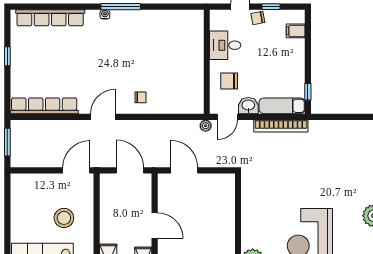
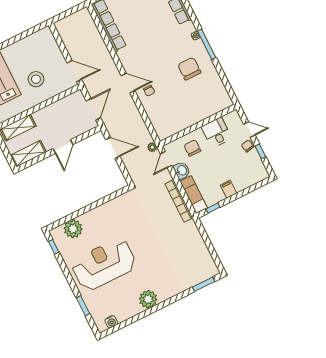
filing cabinet: (296, 31) -> (229, 189), moved
chair: (138, 40) -> (189, 69), added
door: (103, 117) -> (128, 83), moved
door: (227, 117) -> (166, 160), hinge flipped
window: (7, 142) -> (70, 12), removed
door: (184, 170) -> (113, 148), hinge flipped

